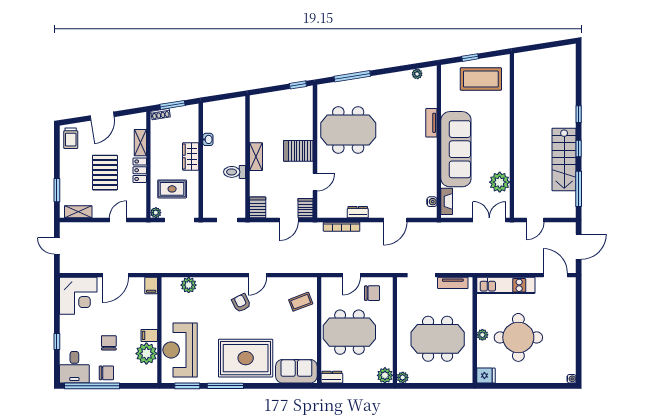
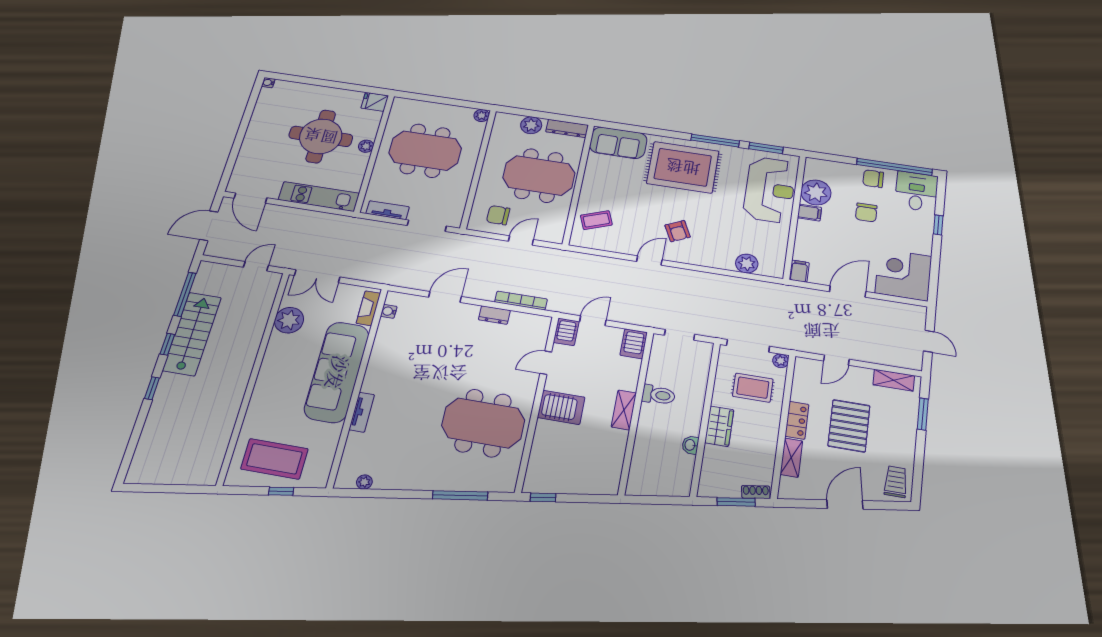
plant: (385, 375) -> (531, 125), moved
dresser: (332, 377) -> (567, 128), width x1.44

